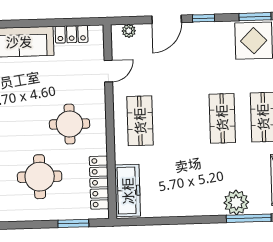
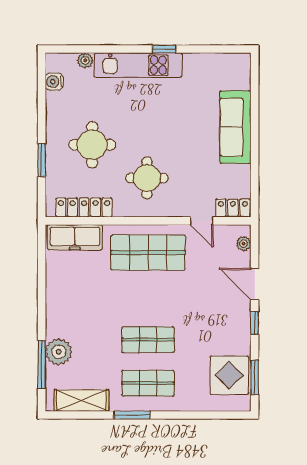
locker: (72, 34) -> (233, 208), moved, turned 90
shop shelf: (140, 121) -> (148, 253), width x1.43, depth x1.36
window: (73, 223) -> (42, 160), moved

